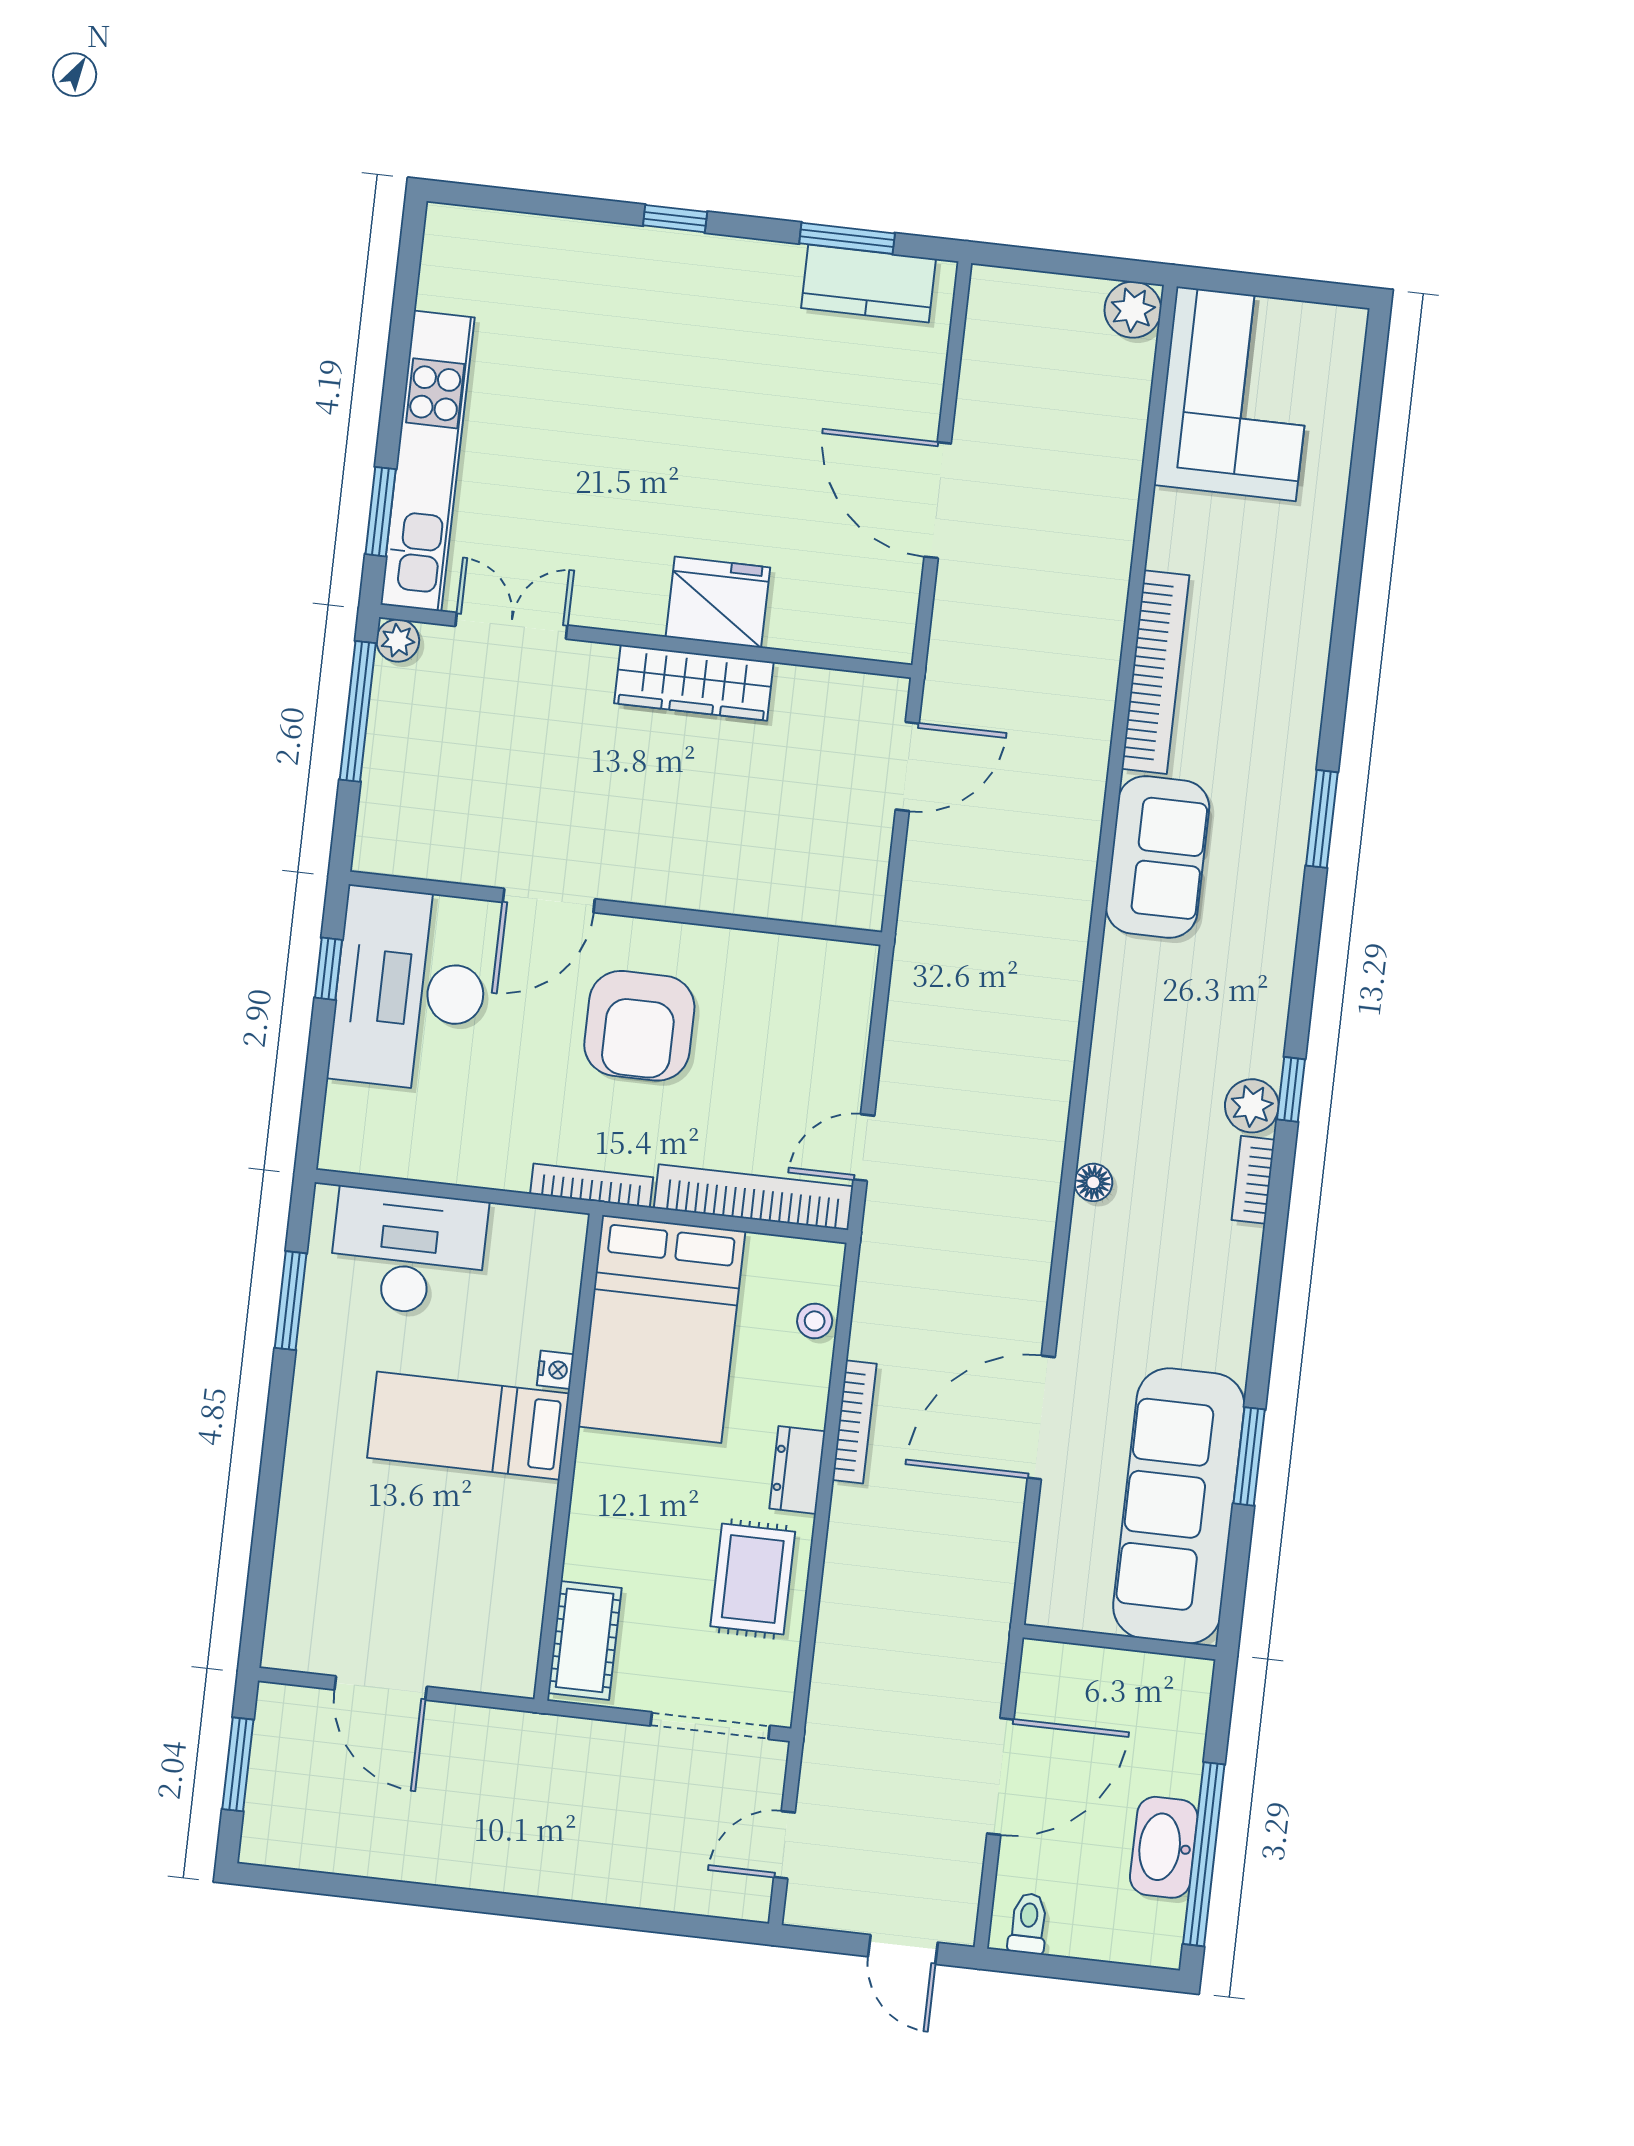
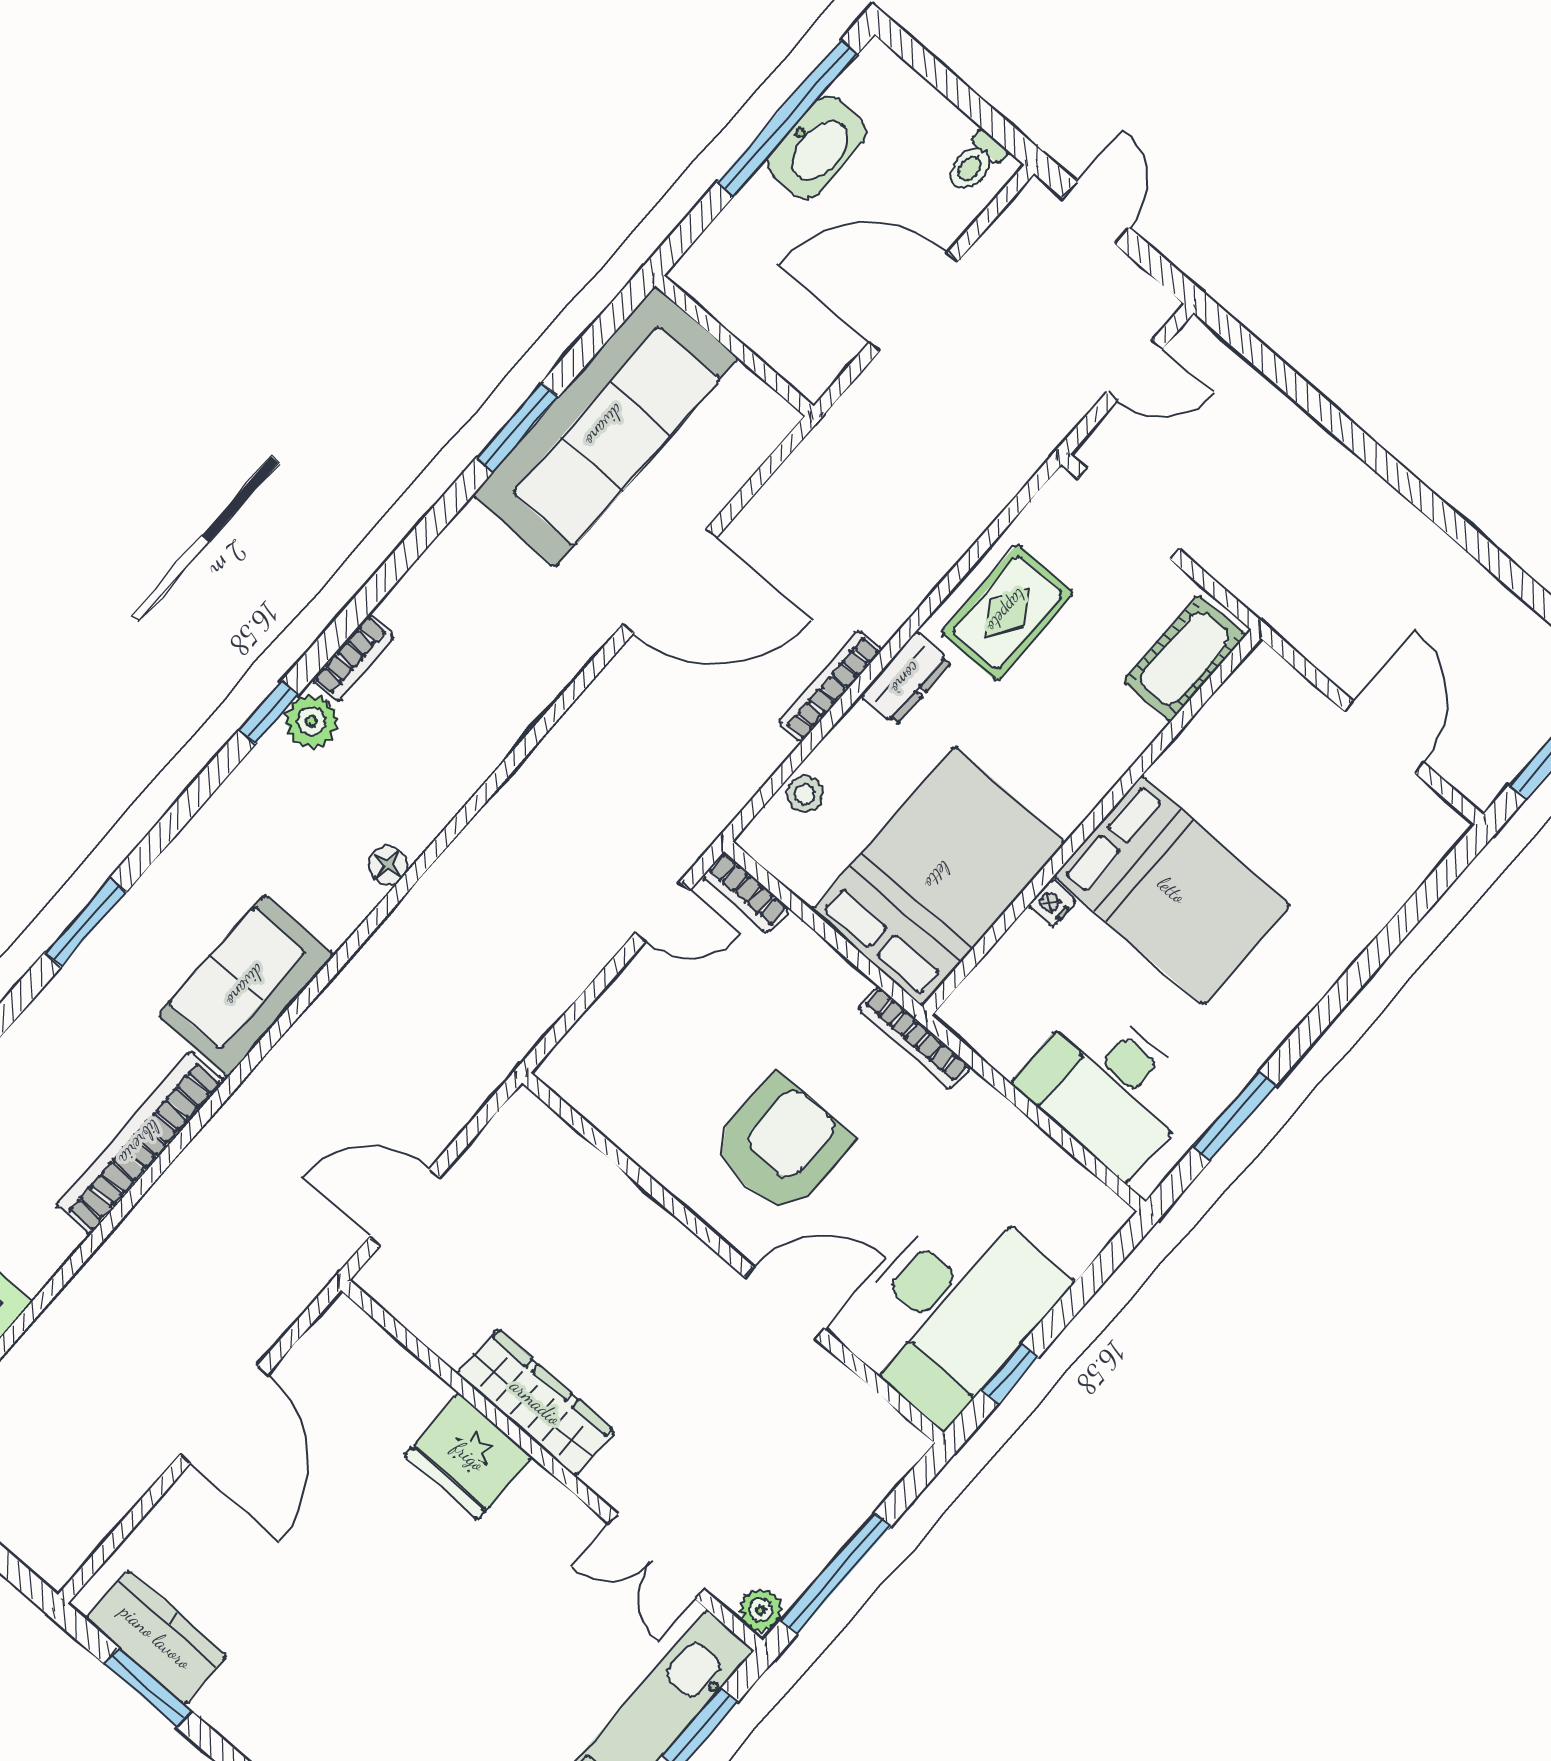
floor lamp: (1093, 1182) -> (388, 865), moved
bookcase: (754, 1197) -> (745, 892), width x0.43, depth x0.76
bed: (468, 1426) -> (1172, 890), width x1.50

